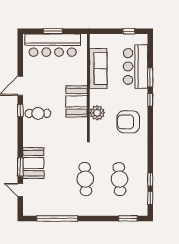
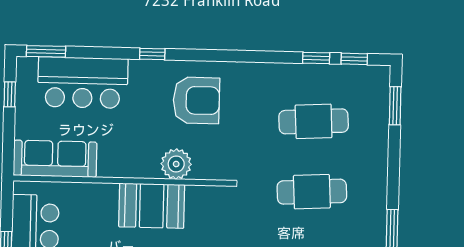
sofa: (98, 68) -> (55, 159), moved
window: (150, 77) -> (46, 51), moved
armchair: (128, 122) -> (196, 100), turned -90

